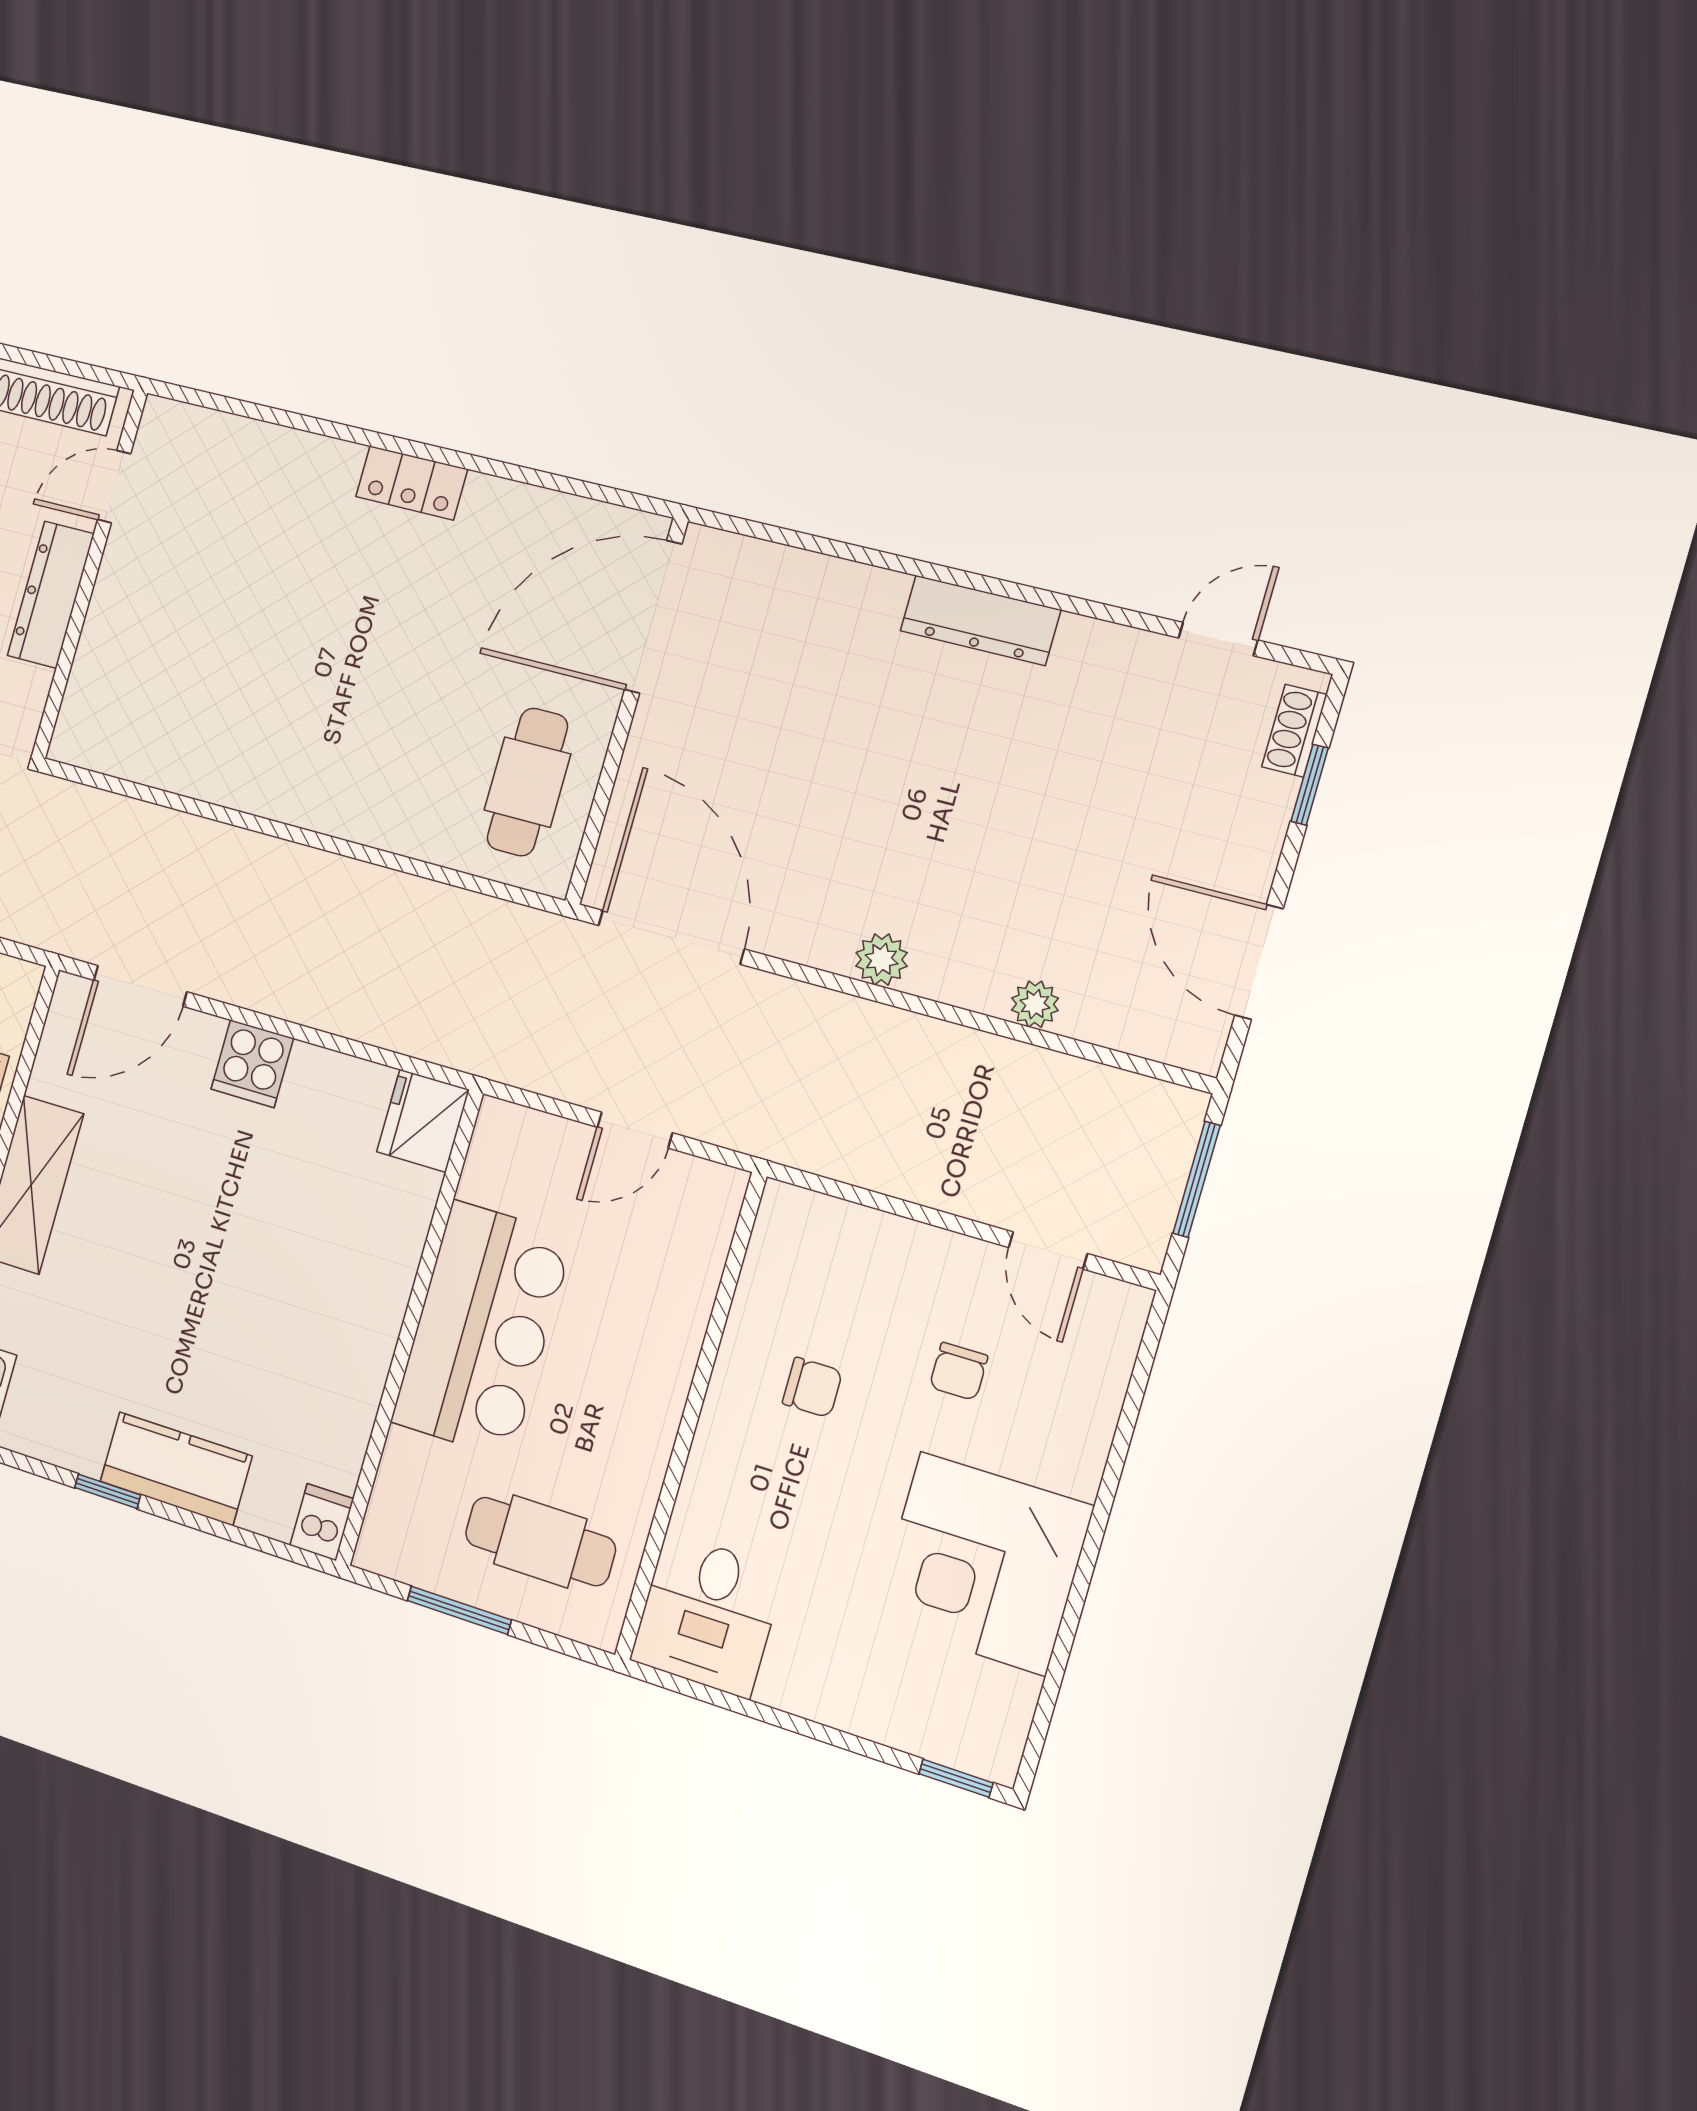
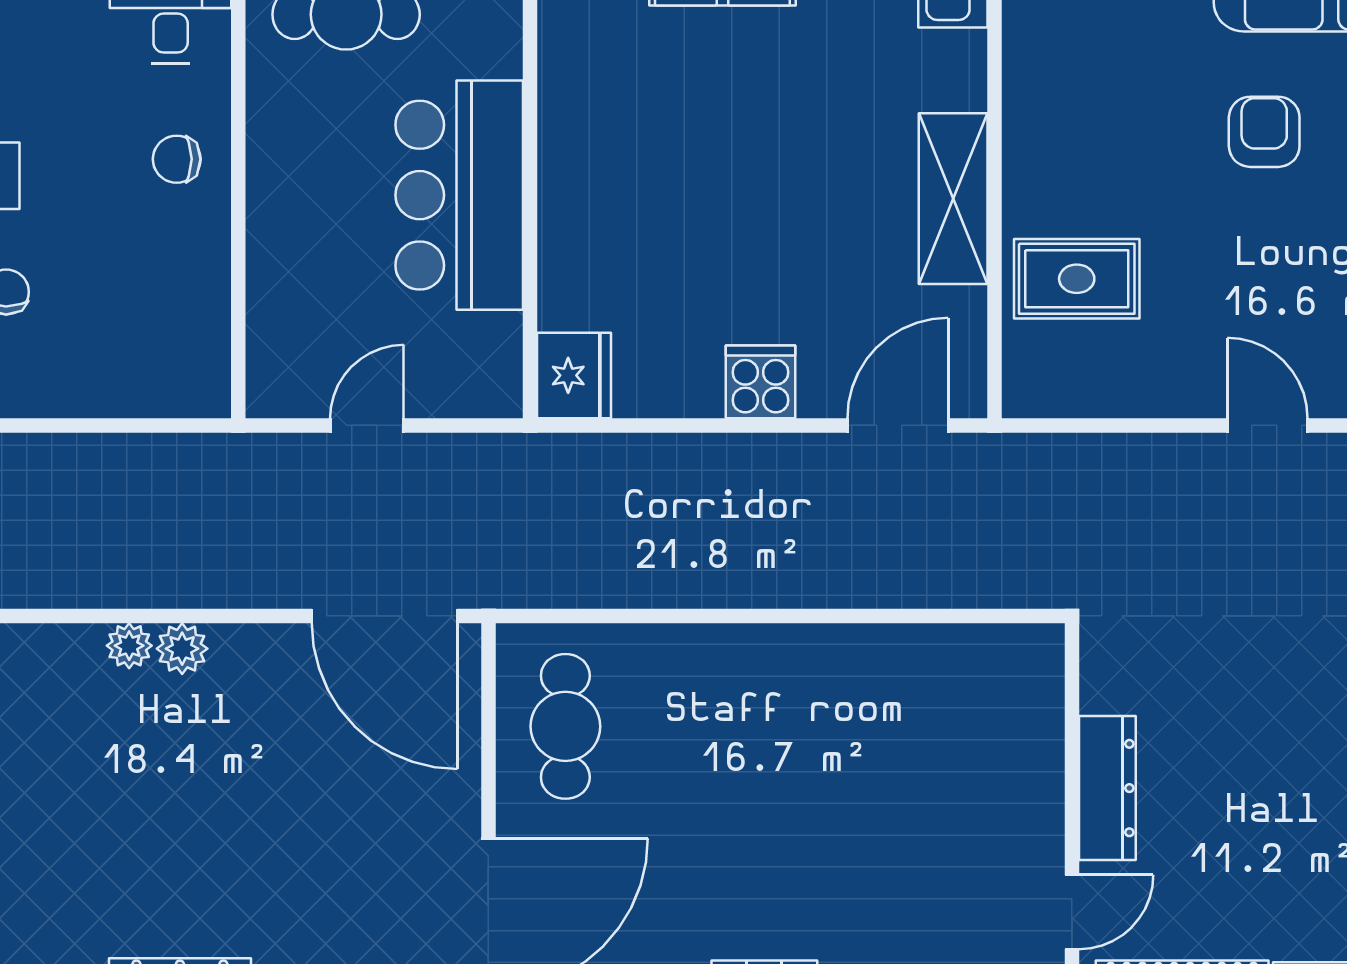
plant: (1035, 1004) -> (129, 646), moved
chair: (812, 1387) -> (177, 159), moved

